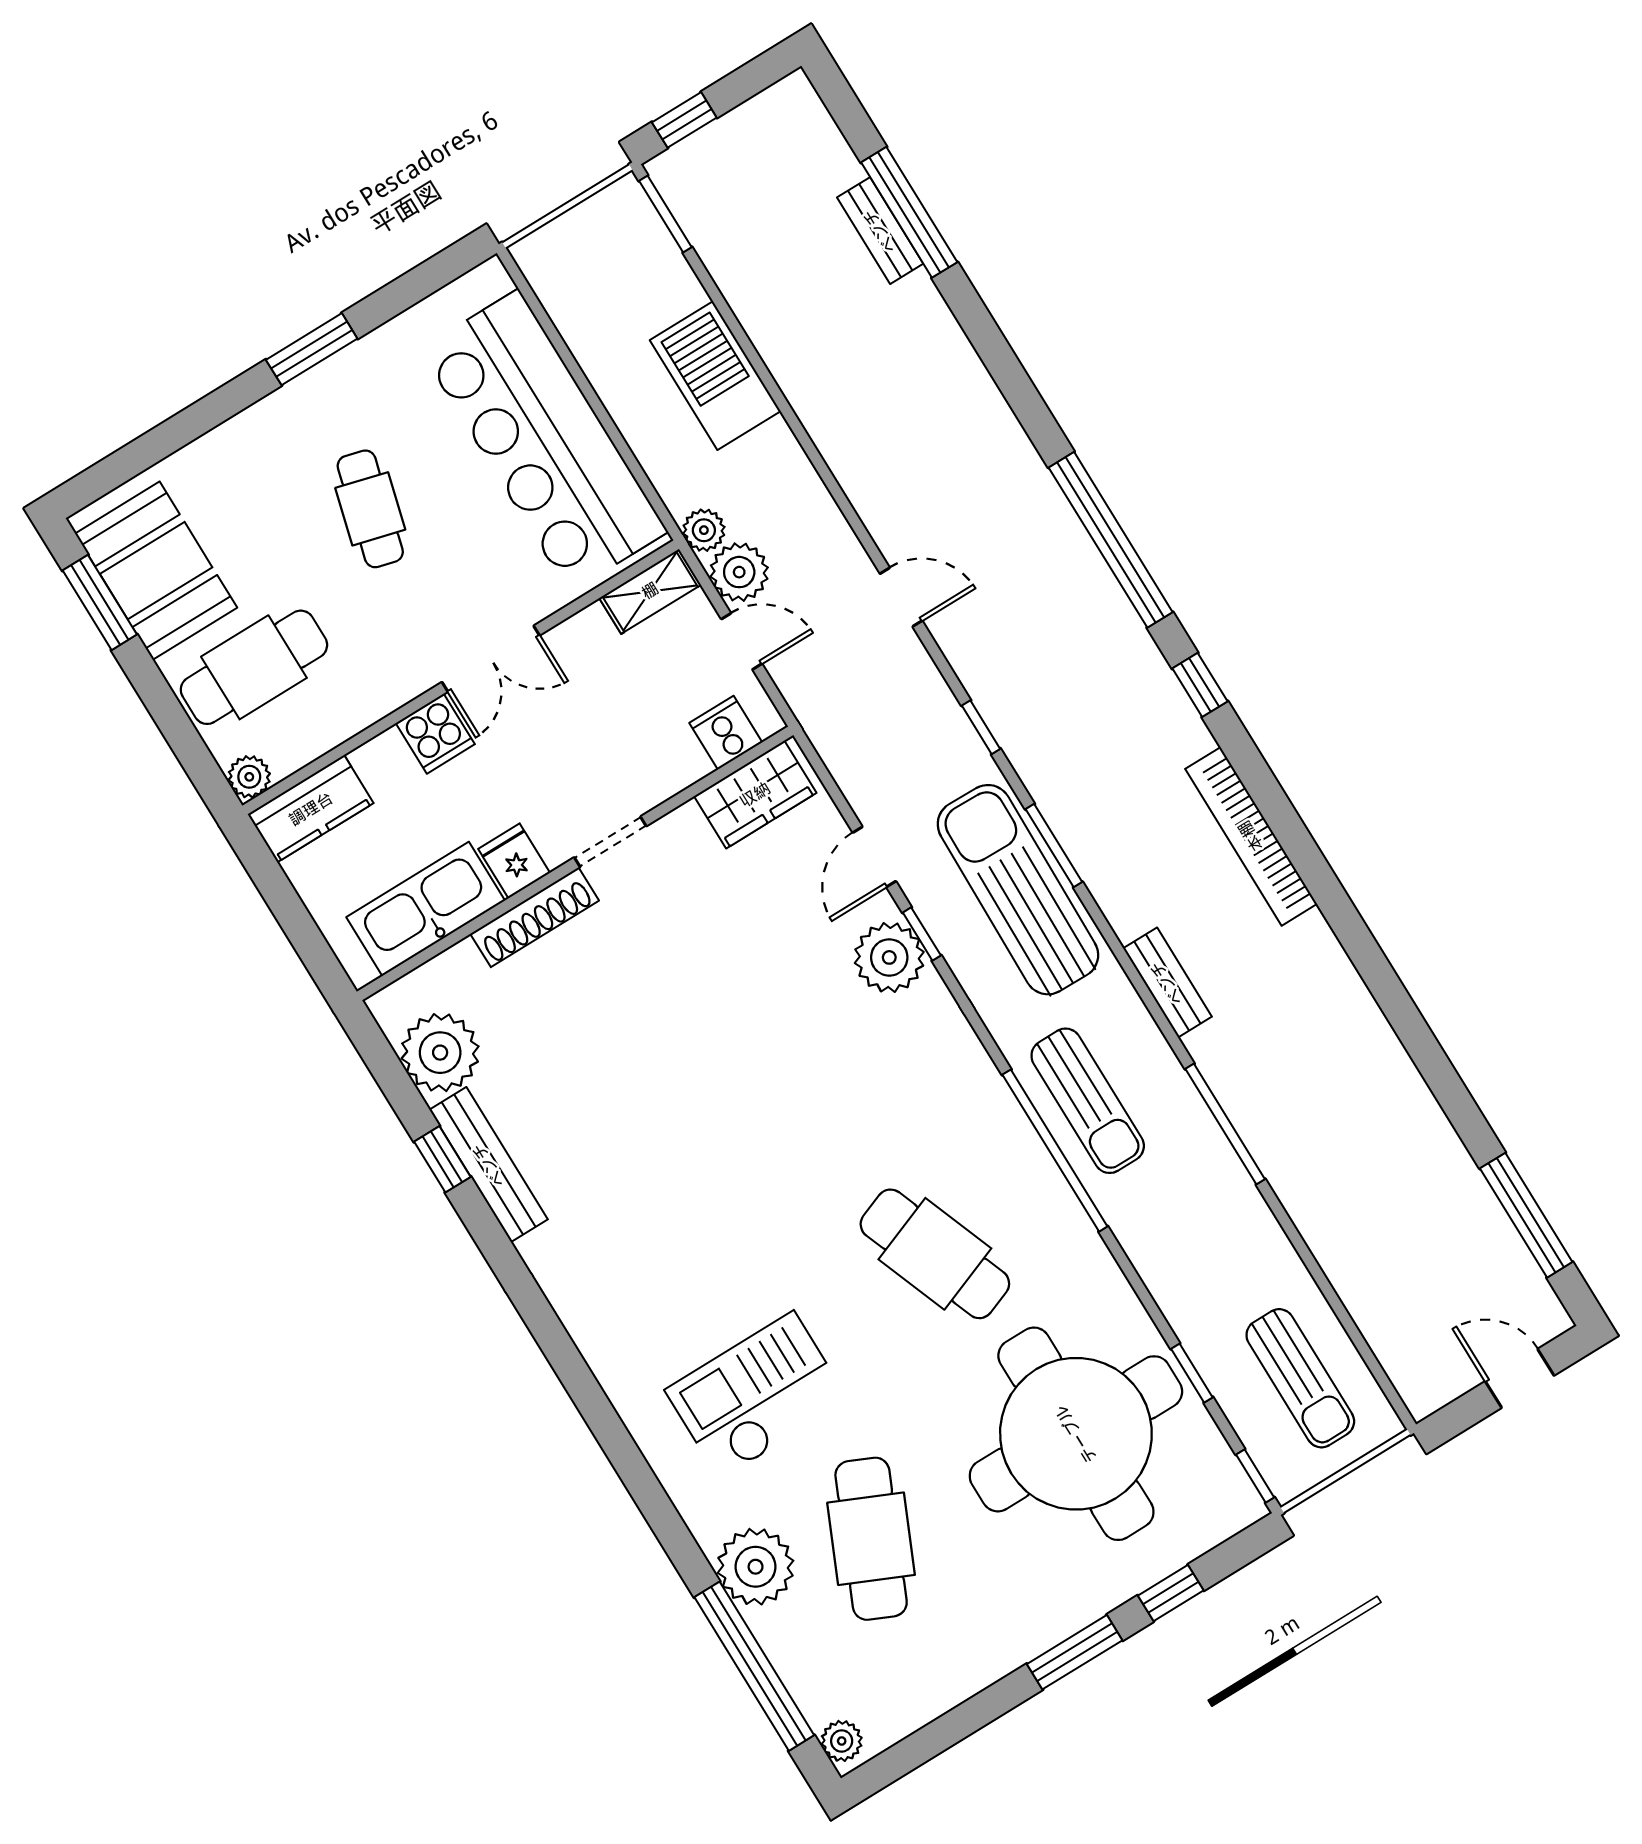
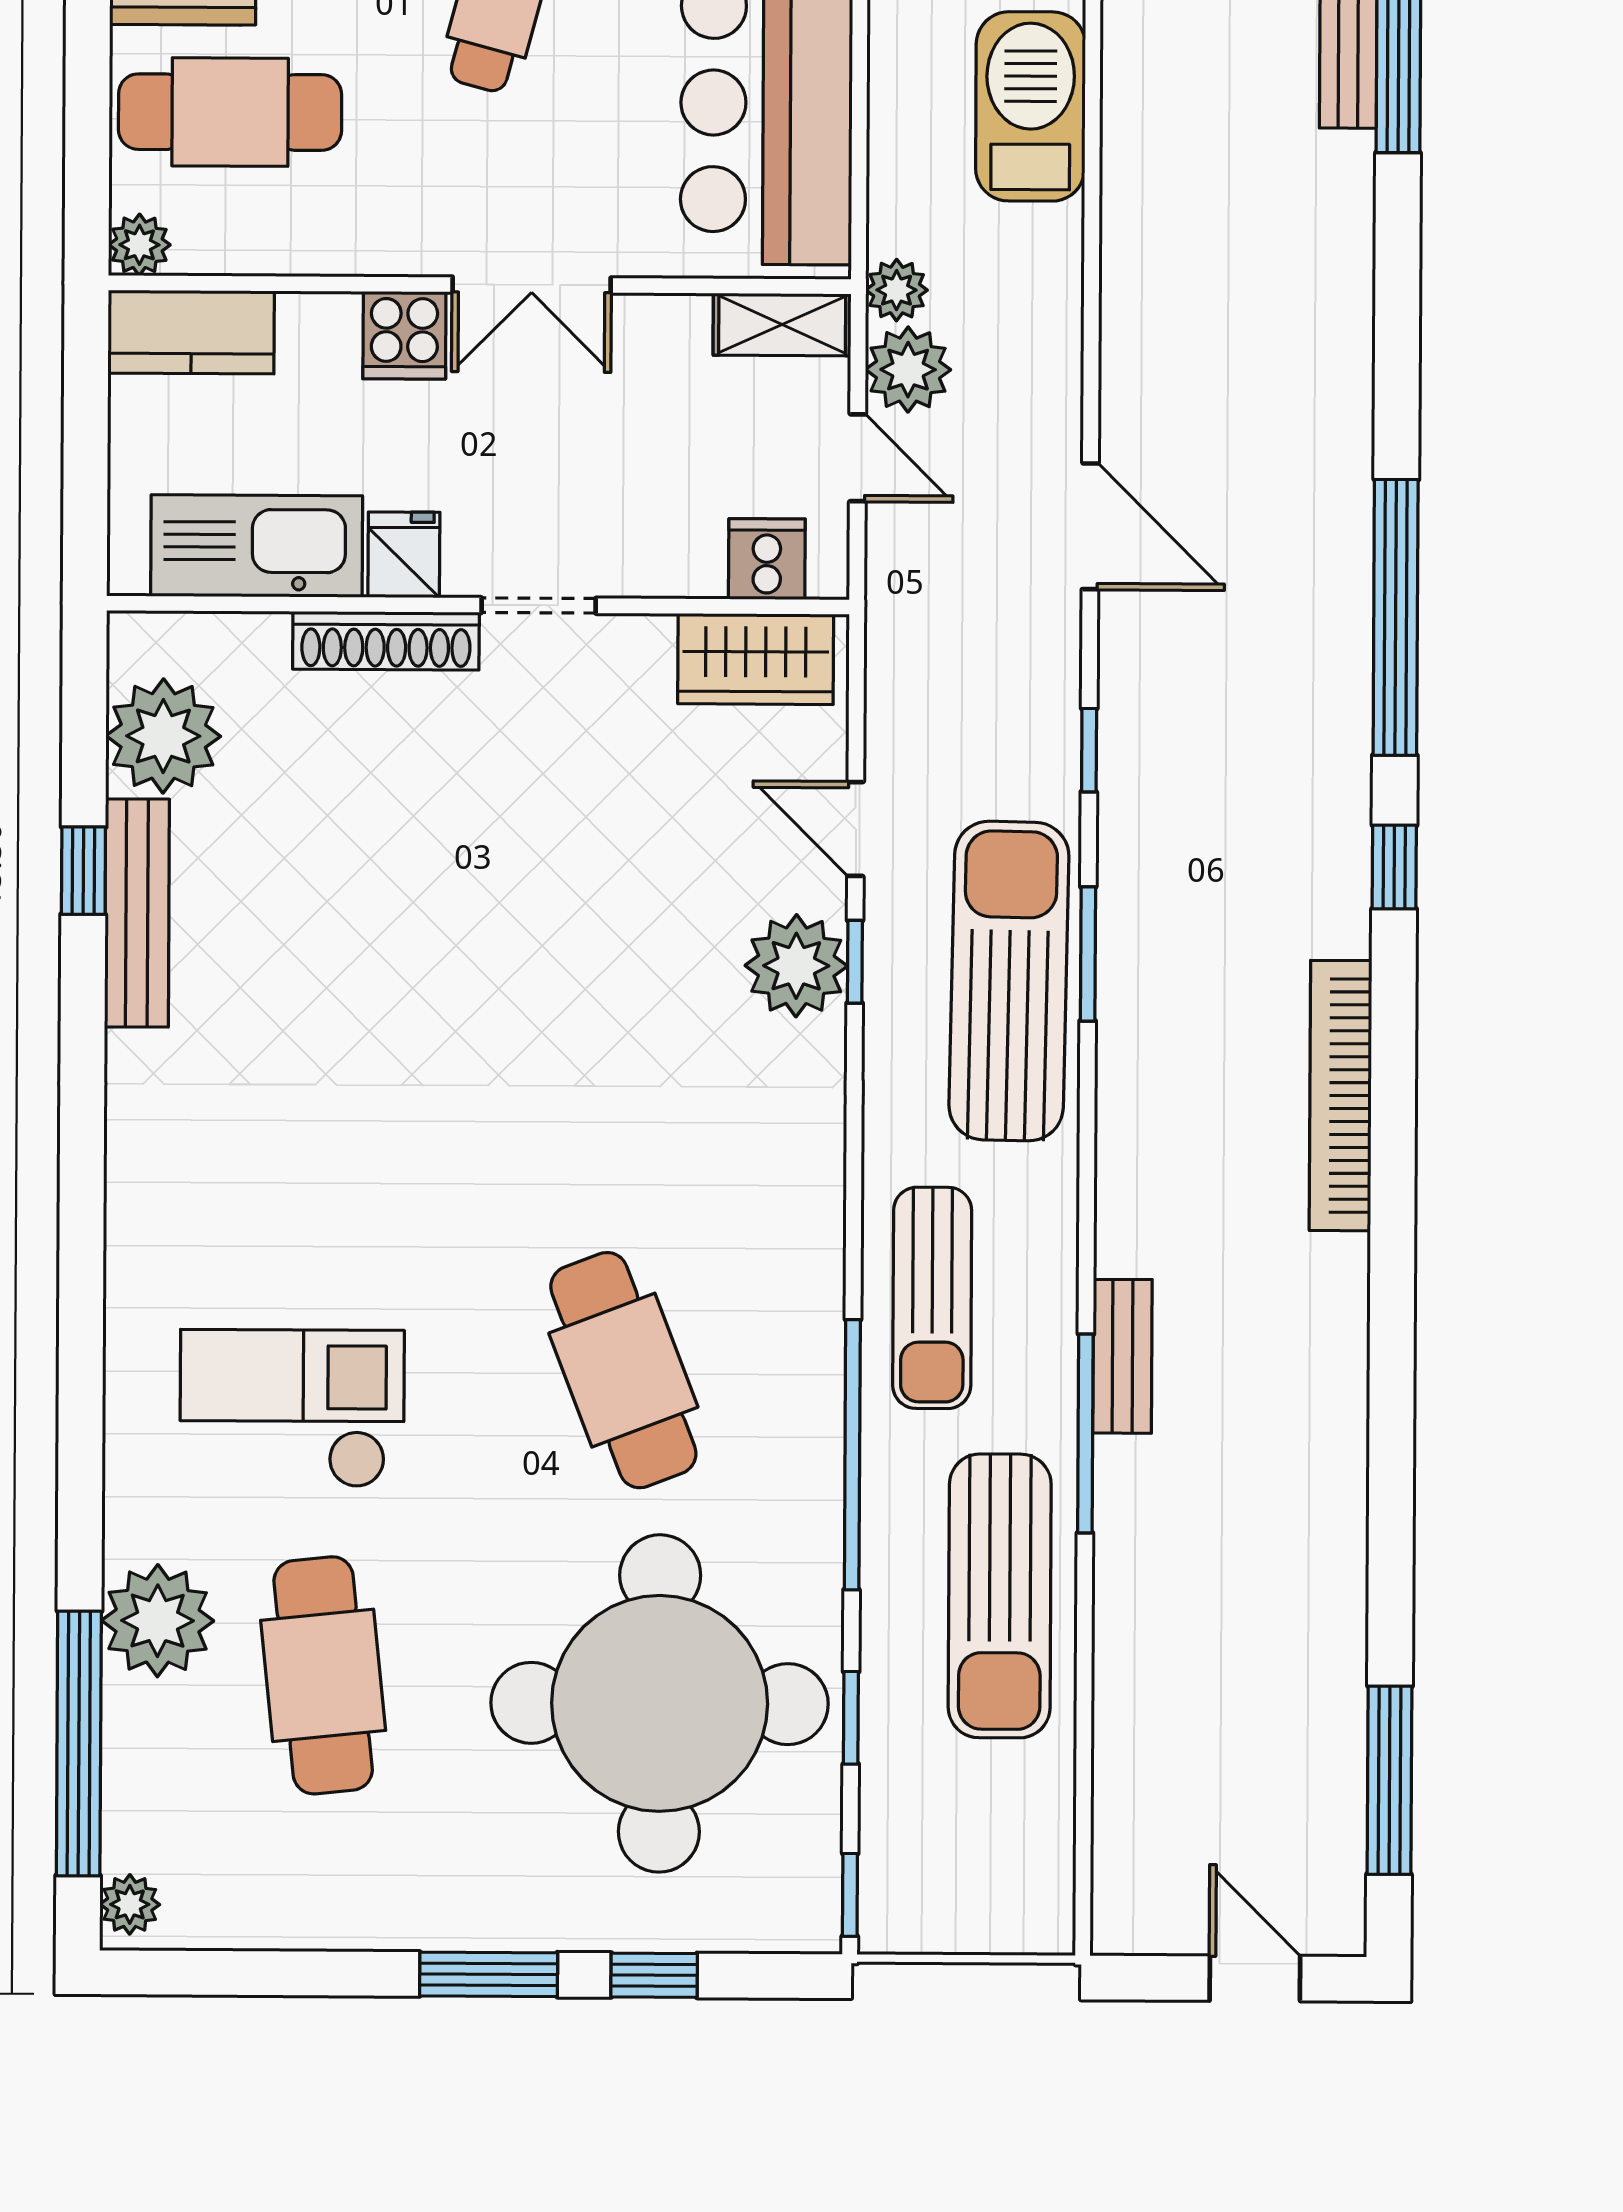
door: (901, 597) -> (1090, 526), width x1.37
door: (874, 857) -> (856, 829), hinge flipped
bench: (1167, 983) -> (1122, 1356), moved
window: (1055, 1151) -> (852, 1455), moved
sun lounger: (1300, 1378) -> (1000, 1596), moved, width x1.36, depth x1.34
cafe table: (871, 1539) -> (323, 1675), turned -30

